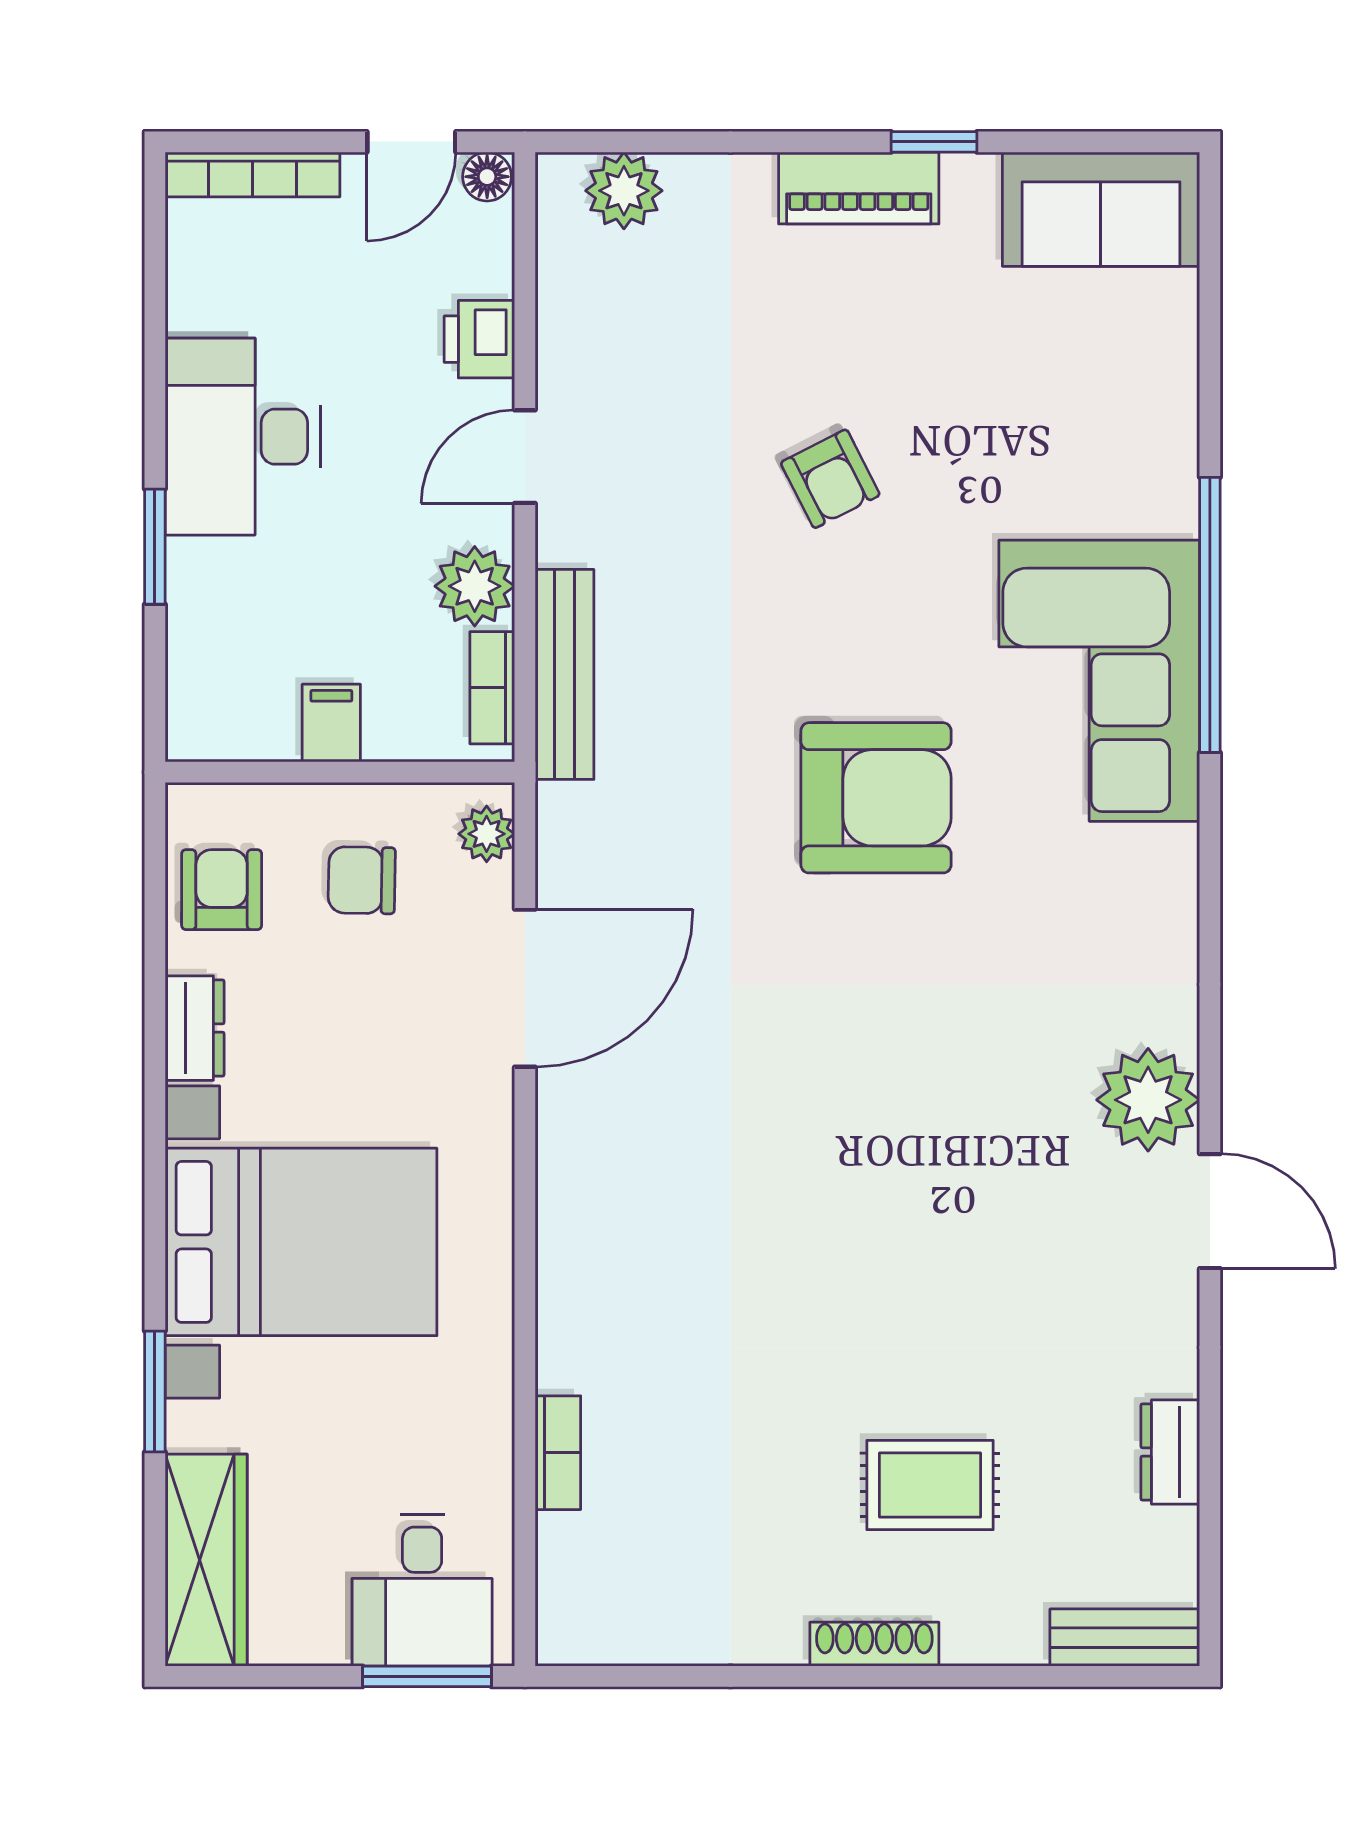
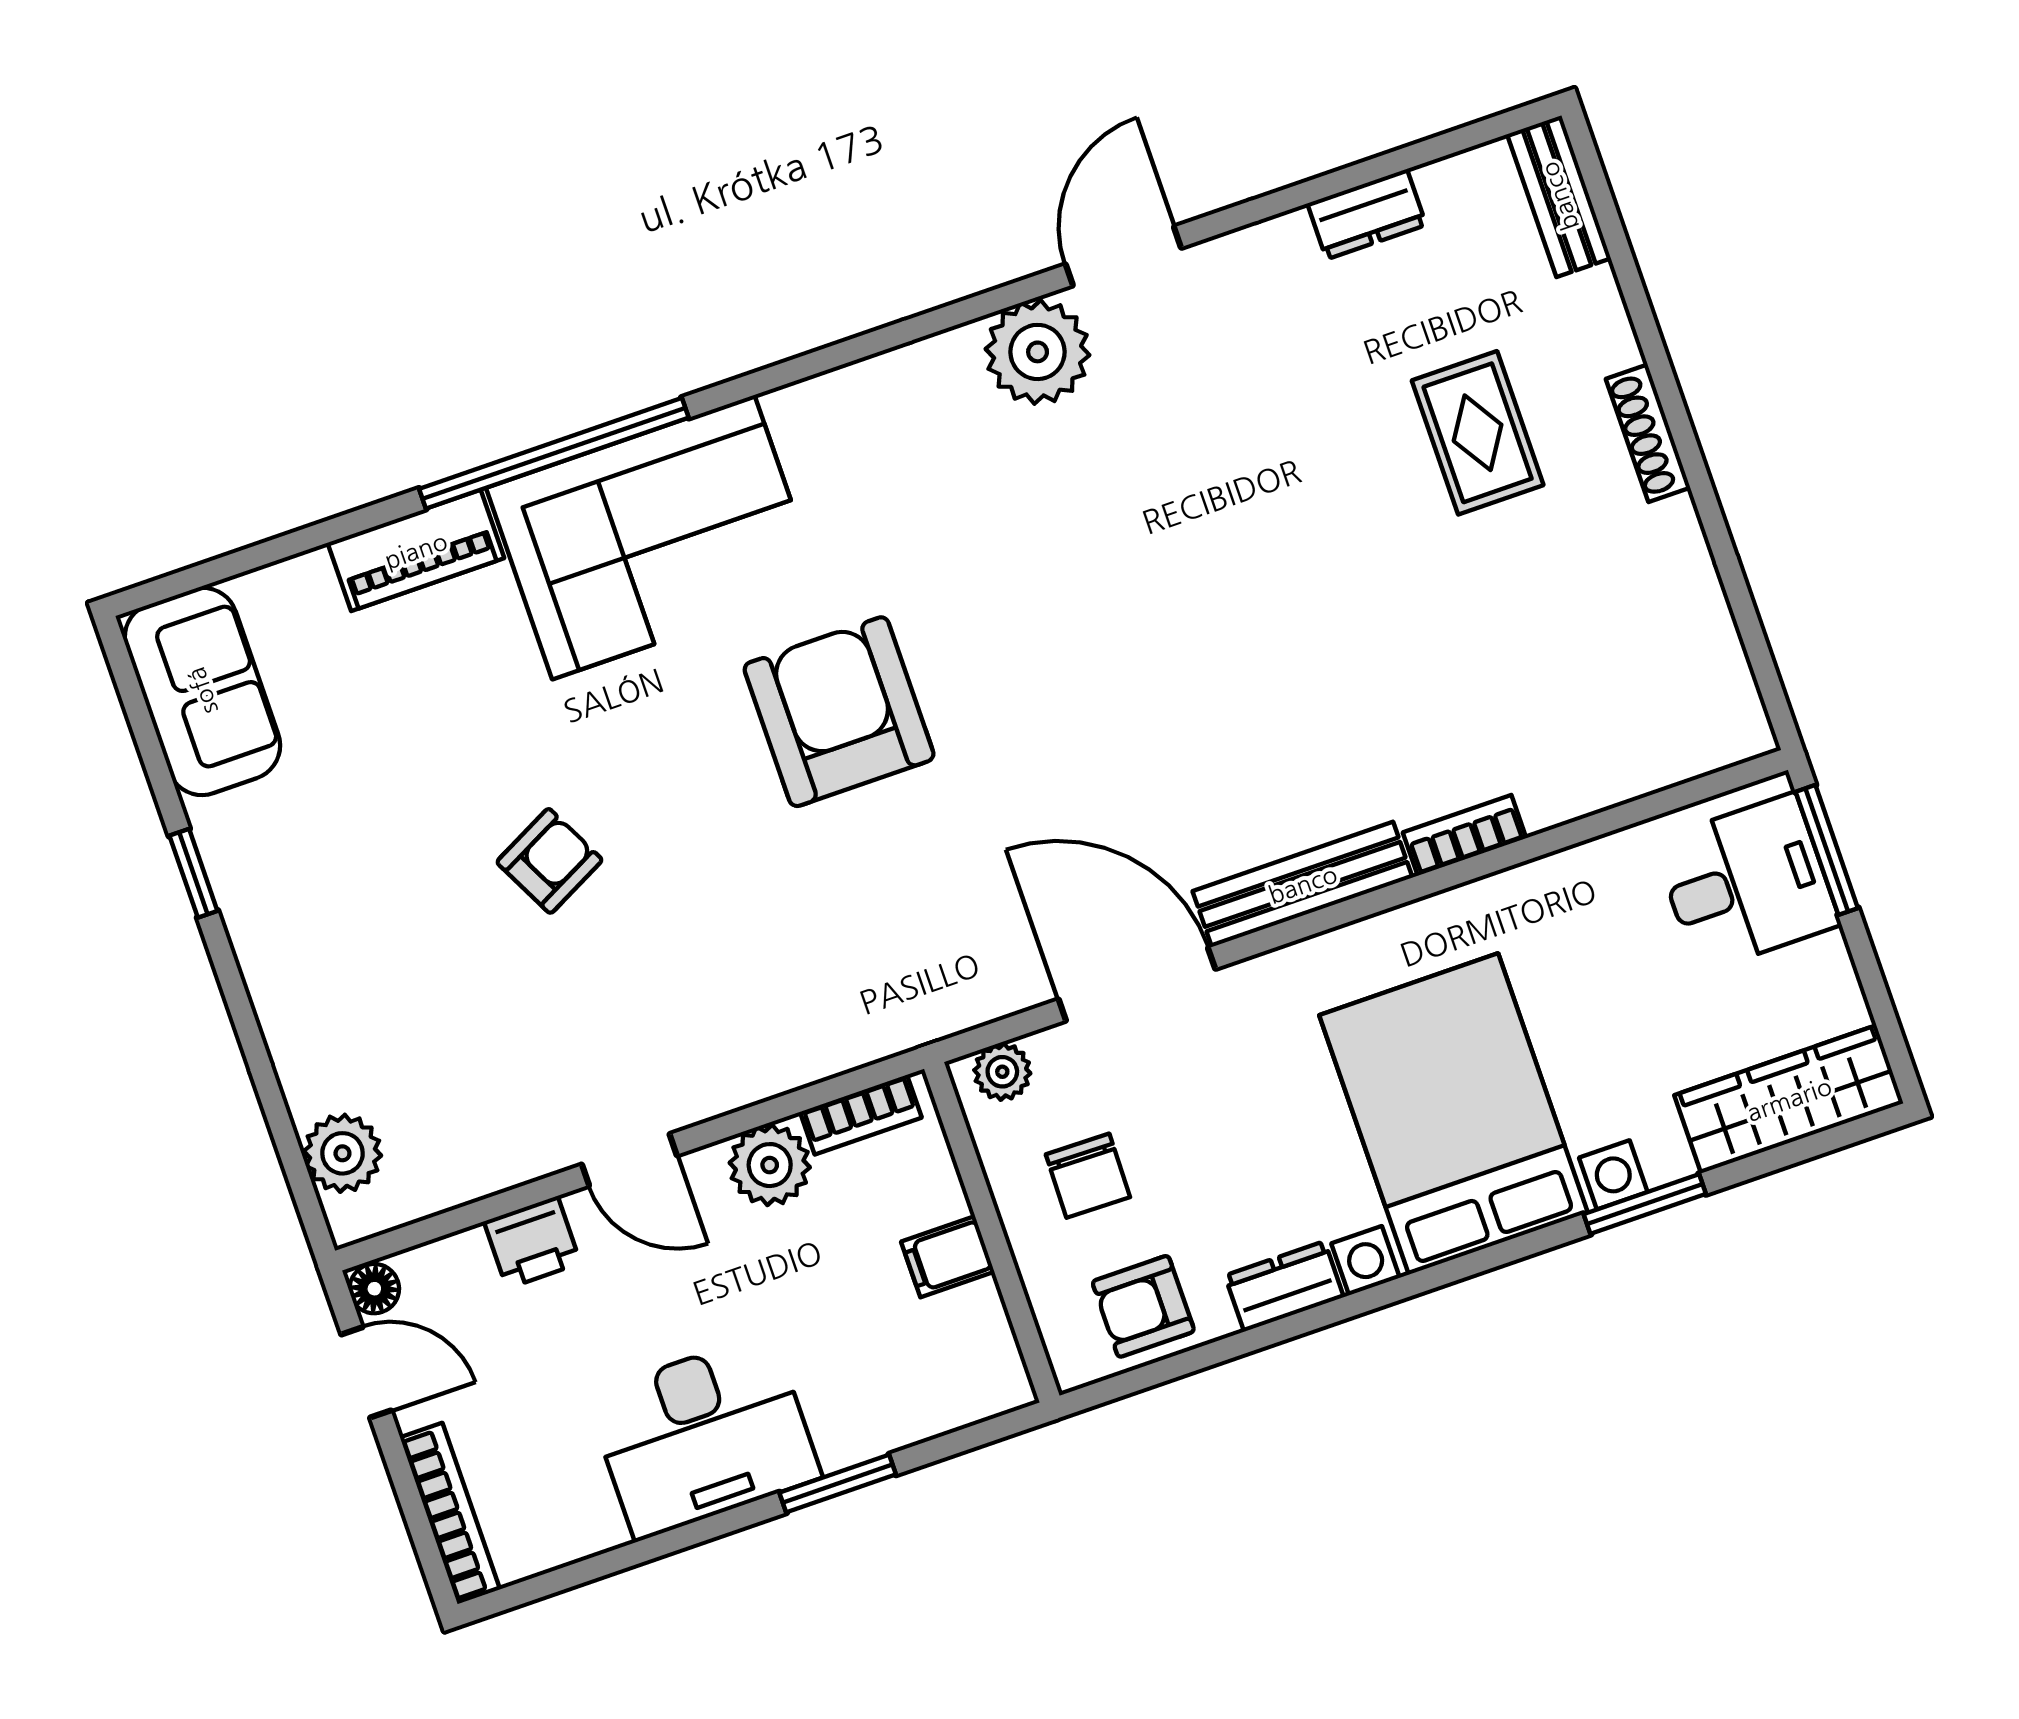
piano: (859, 188) -> (416, 550), moved, turned 90
bench: (565, 674) -> (1303, 884), moved
bookcase: (558, 1453) -> (1465, 835), moved

